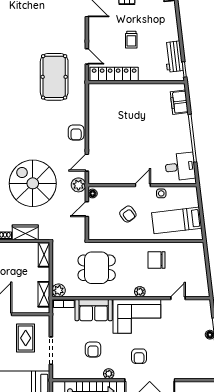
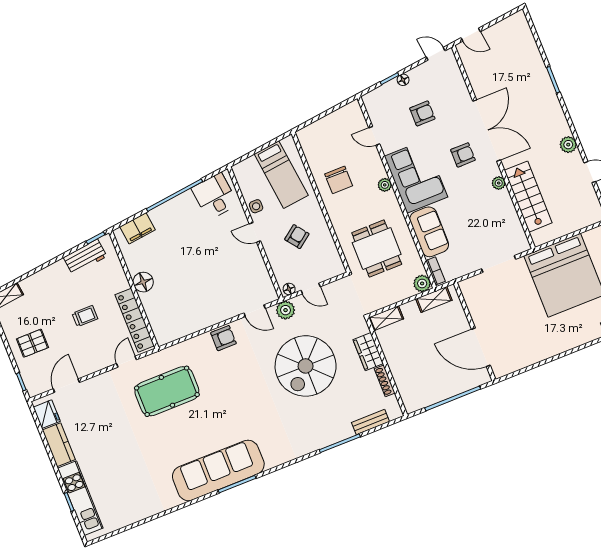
floor lamp: (139, 91) -> (143, 282), added
rug: (26, 338) -> (496, 300), removed
armchair: (93, 349) -> (422, 113), moved

